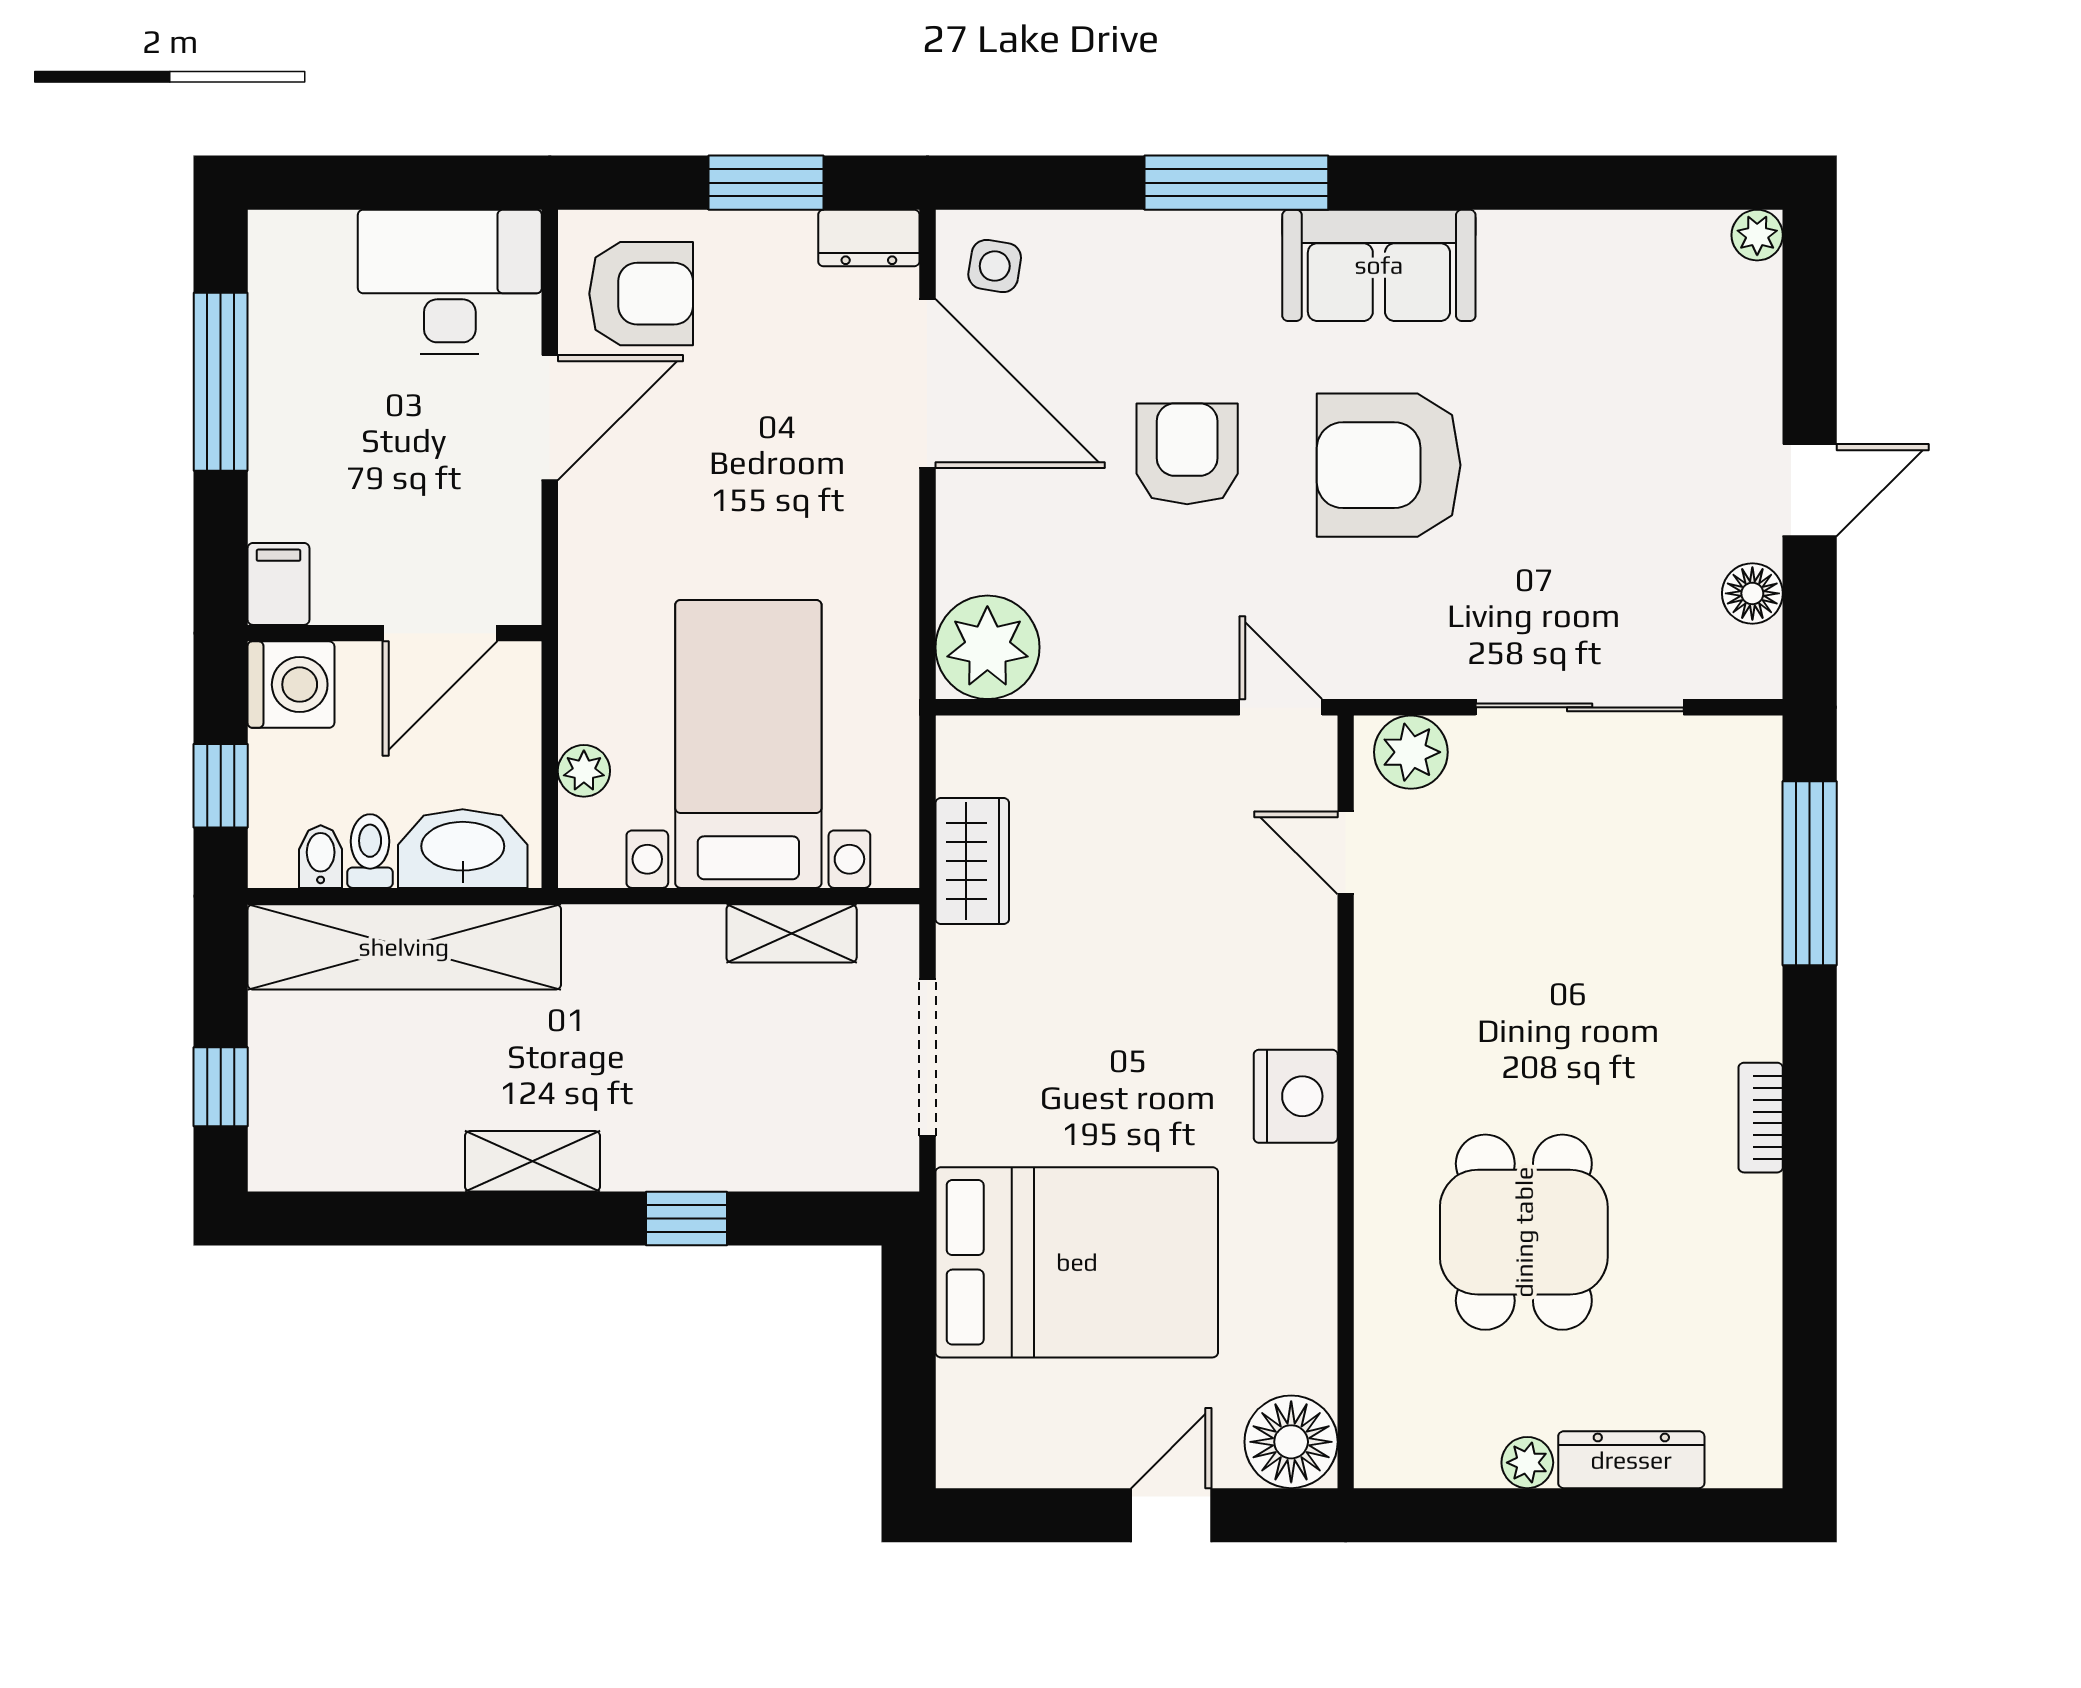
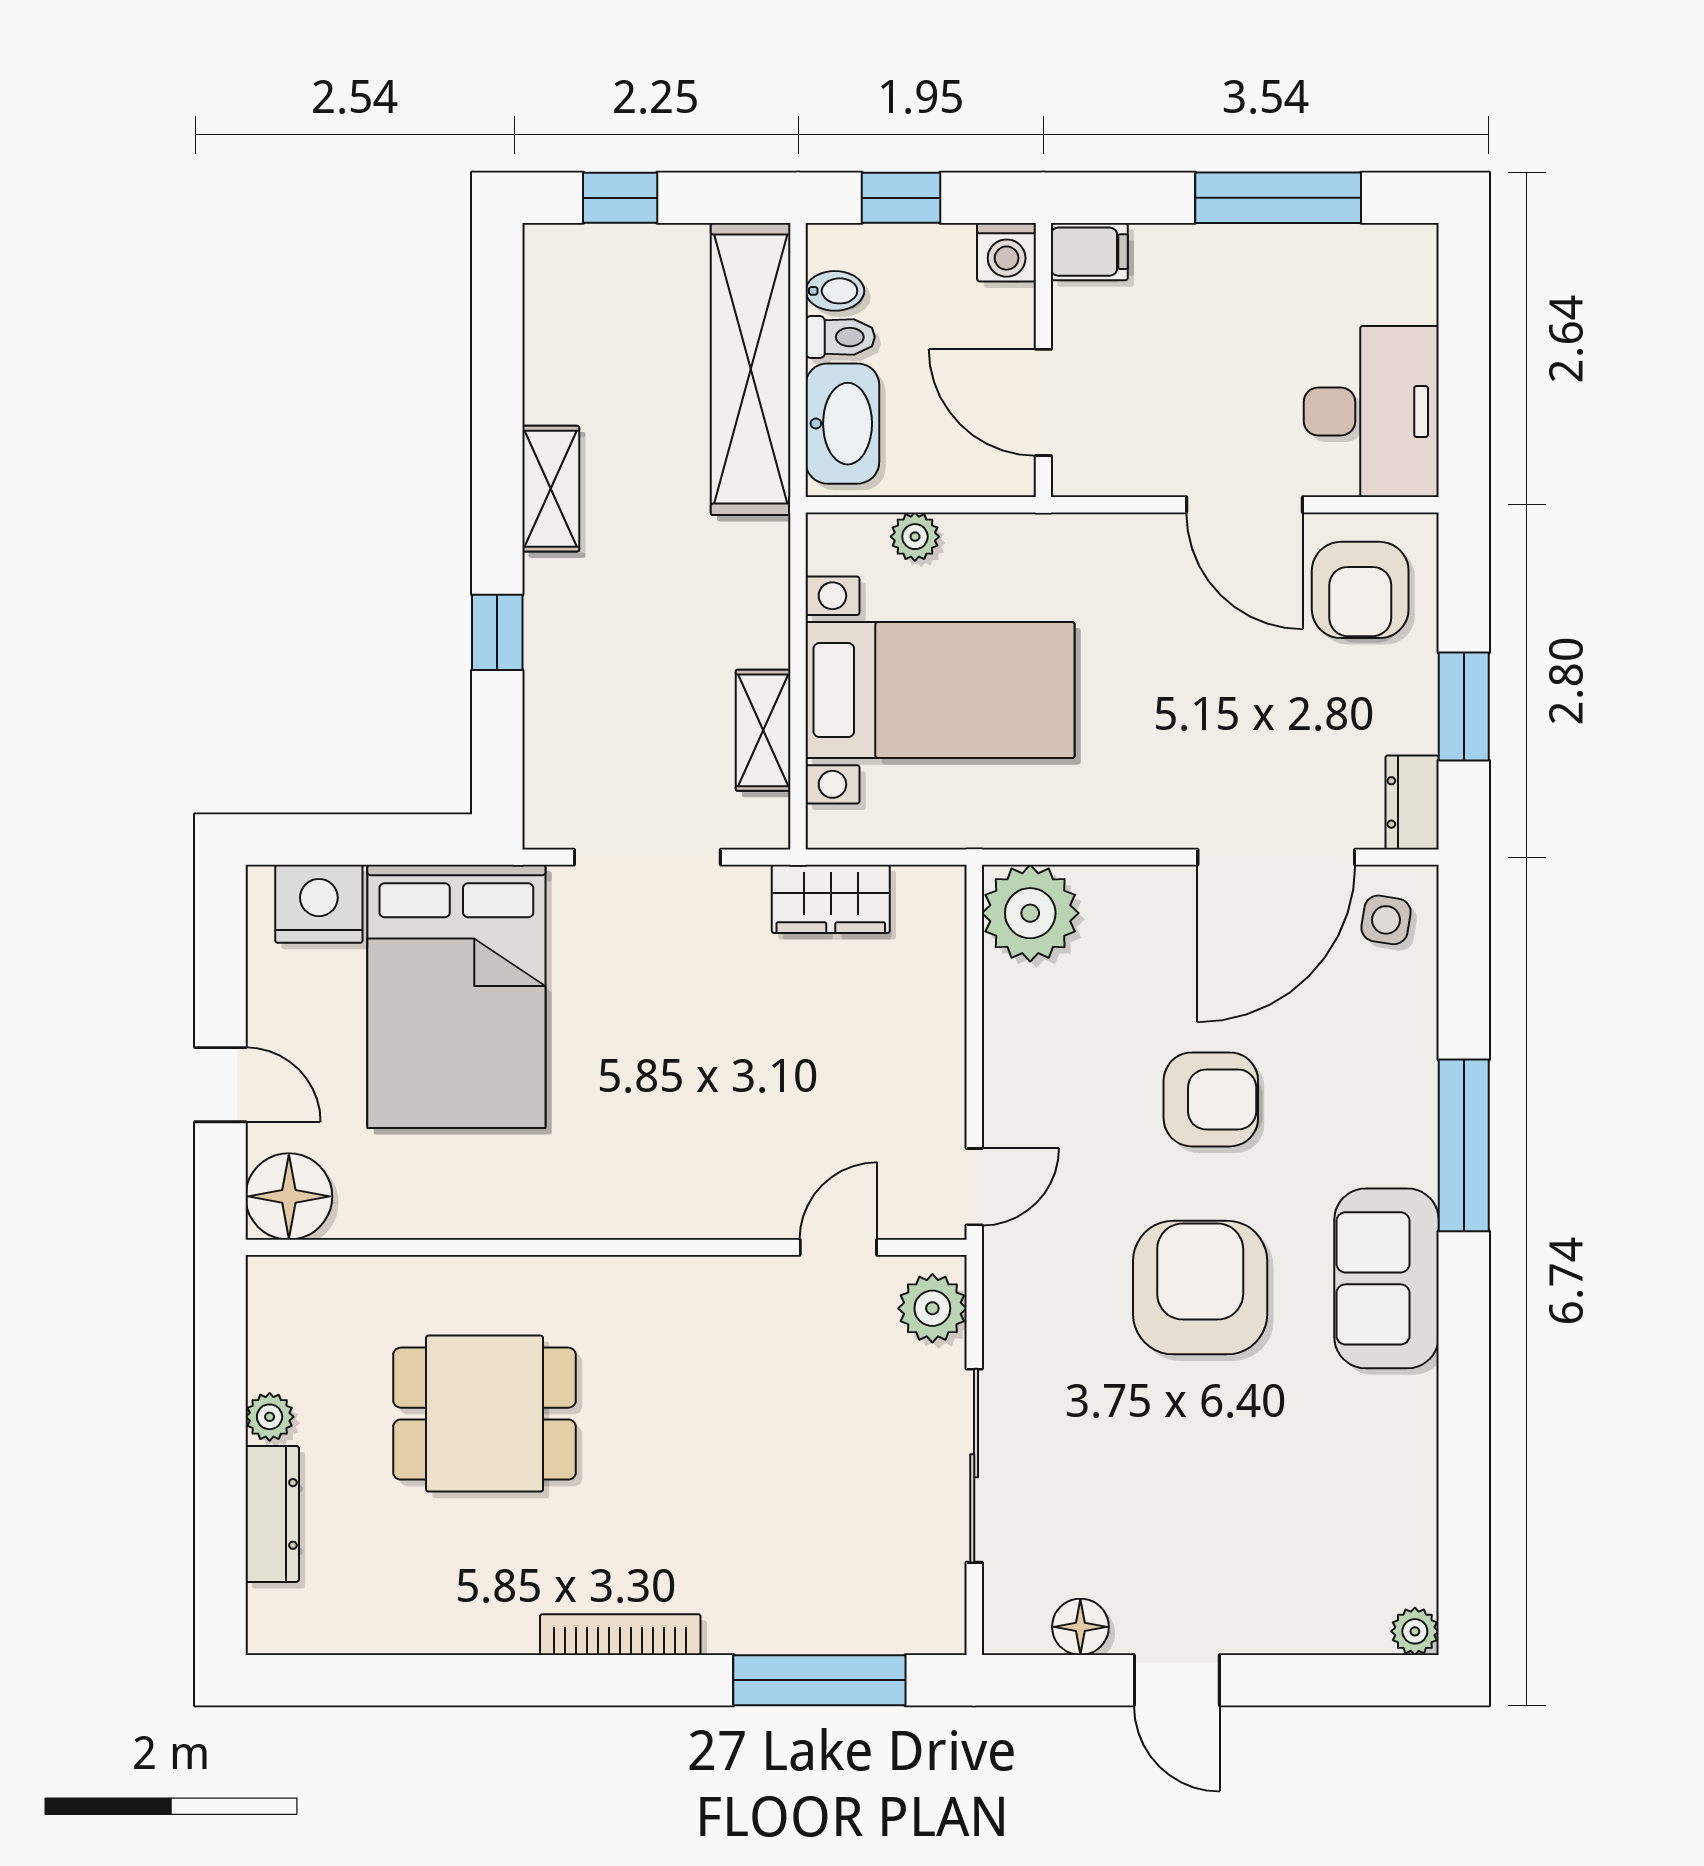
washing machine: (291, 685) -> (1007, 252), width x0.73, depth x0.73
nightstand: (1296, 1096) -> (319, 904), moved, turned 180
bookcase: (1761, 1118) -> (620, 1635), width x1.56

